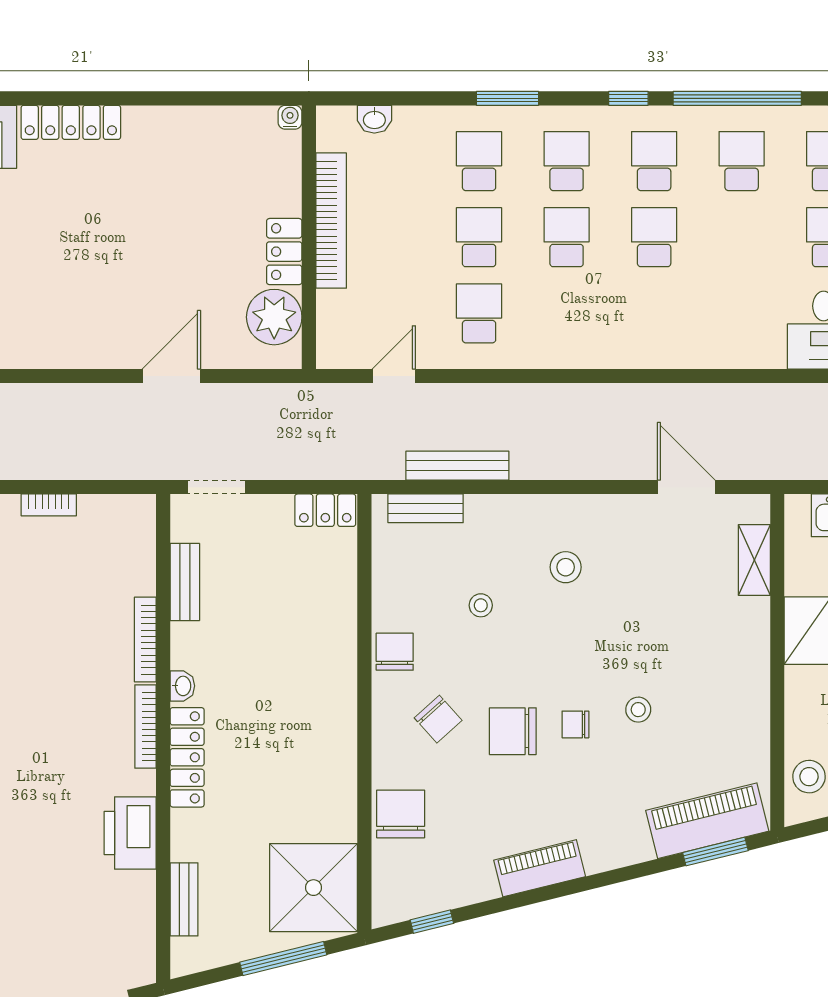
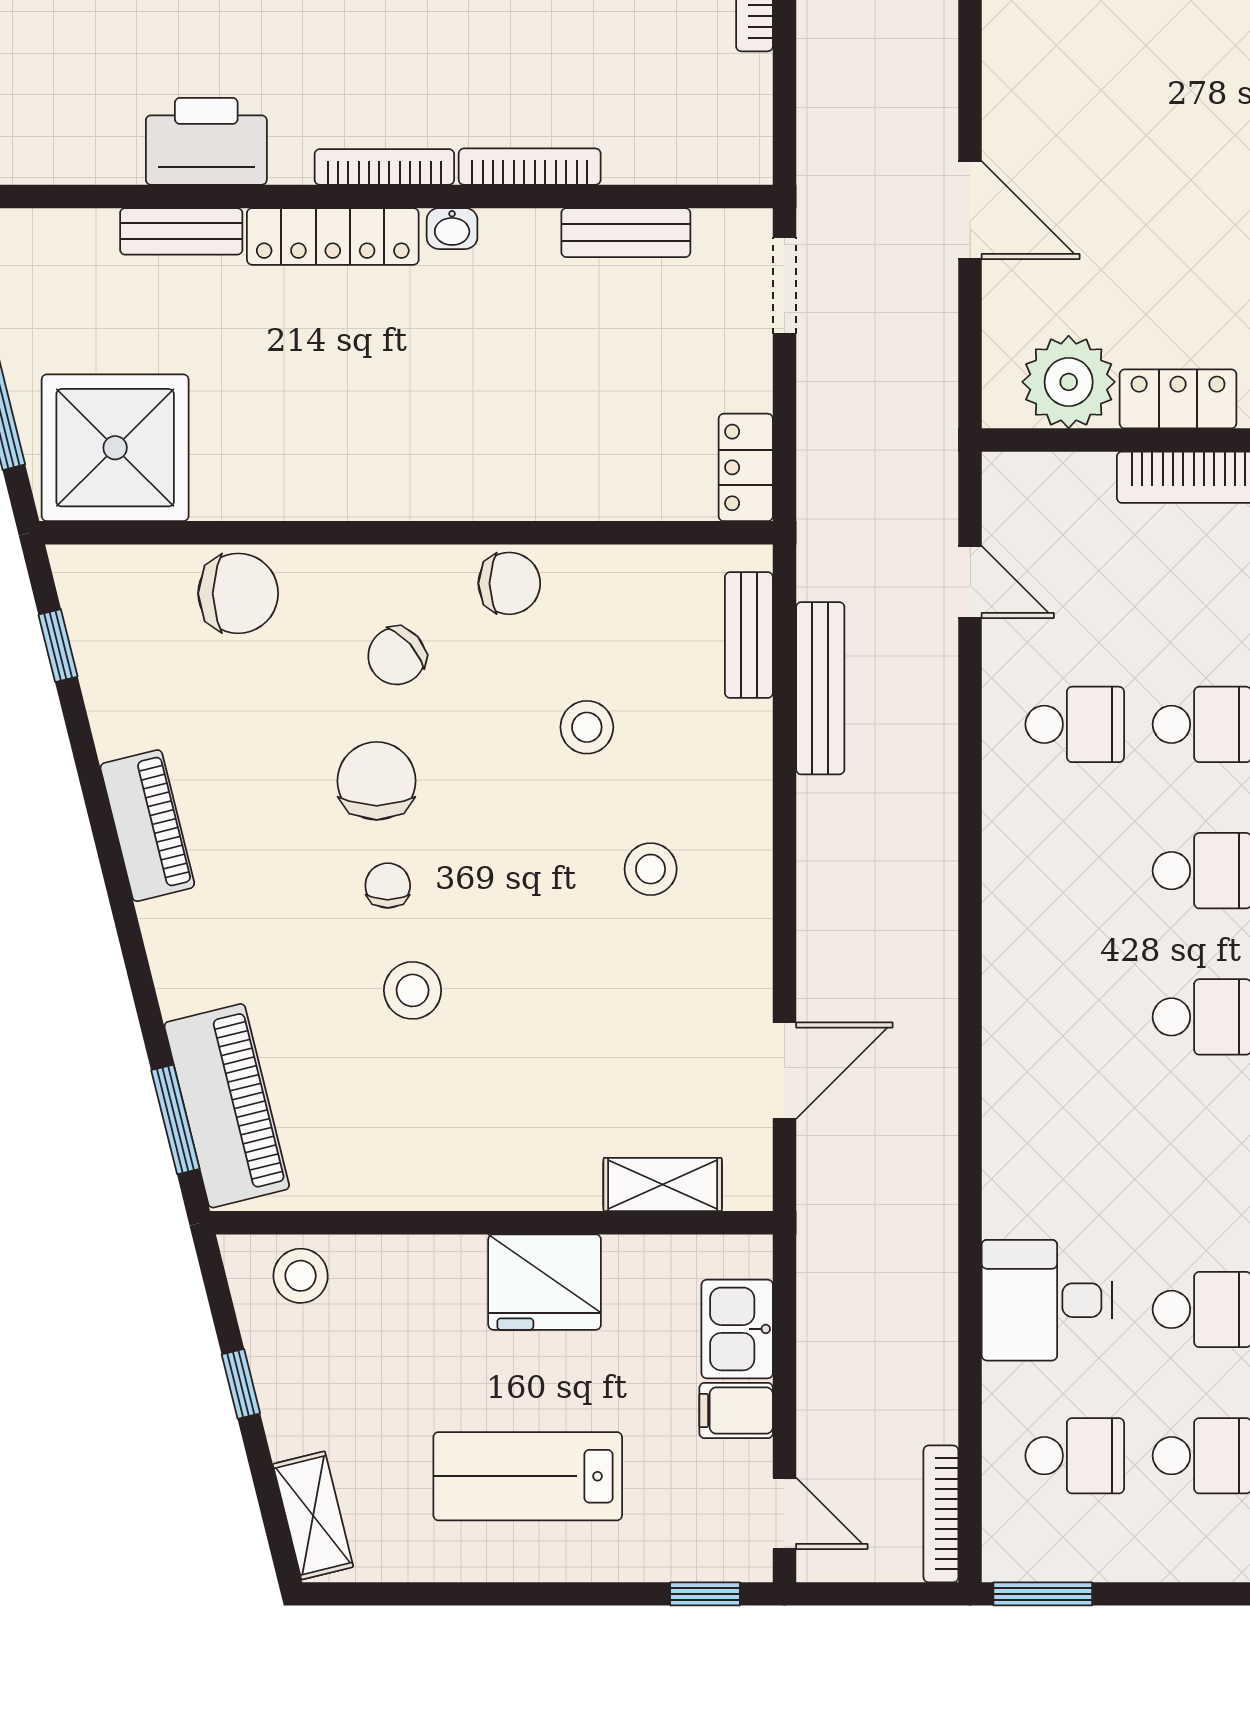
stool: (481, 605) -> (587, 727), width x1.37, depth x1.37
stool: (638, 710) -> (413, 990), width x1.37, depth x1.37
bench: (184, 899) -> (181, 231), moved

